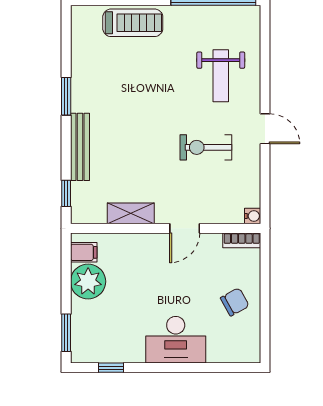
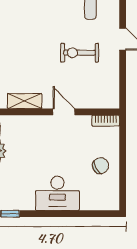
water cooler: (253, 216) -> (114, 103), removed
door: (185, 228) -> (64, 112), swing flipped

